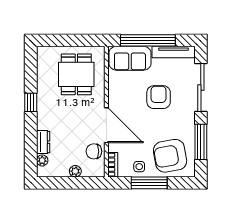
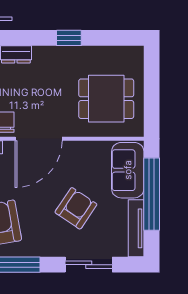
sliding door: (201, 87) -> (89, 265), width x0.73
armchair: (159, 97) -> (76, 208), turned -56

